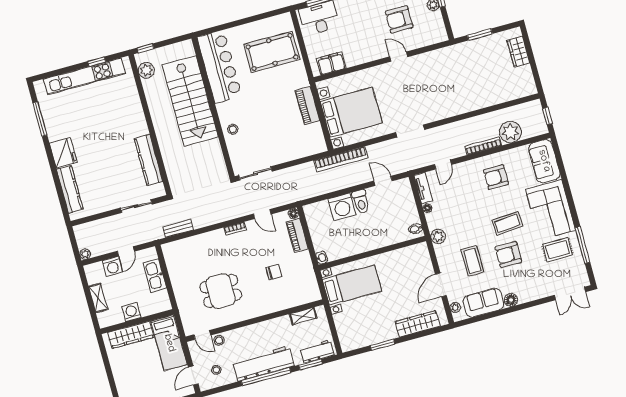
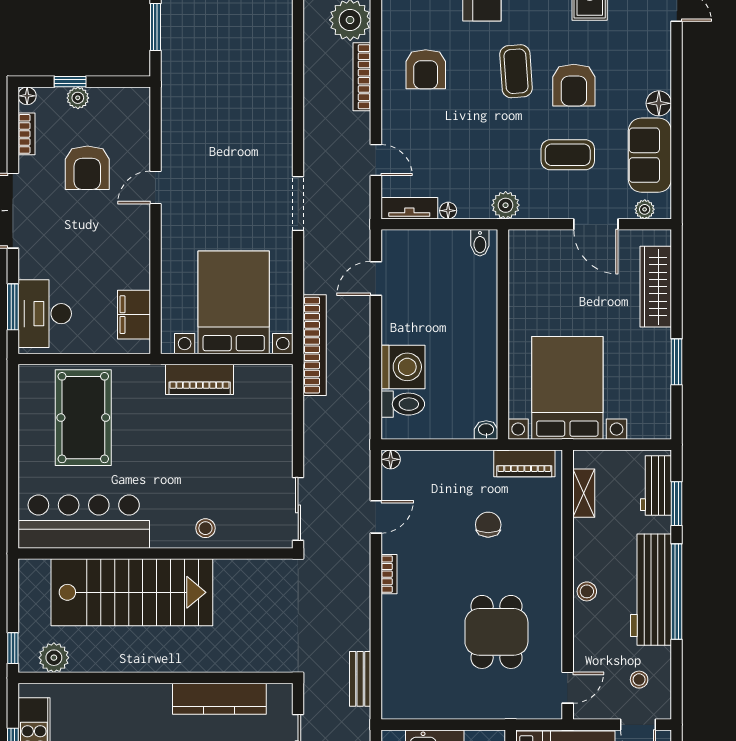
toilet: (361, 202) -> (403, 404), moved
piano: (297, 235) -> (524, 463), moved
bed with nightstands: (352, 285) -> (567, 388), width x1.36
stool: (219, 340) -> (587, 591), moved

